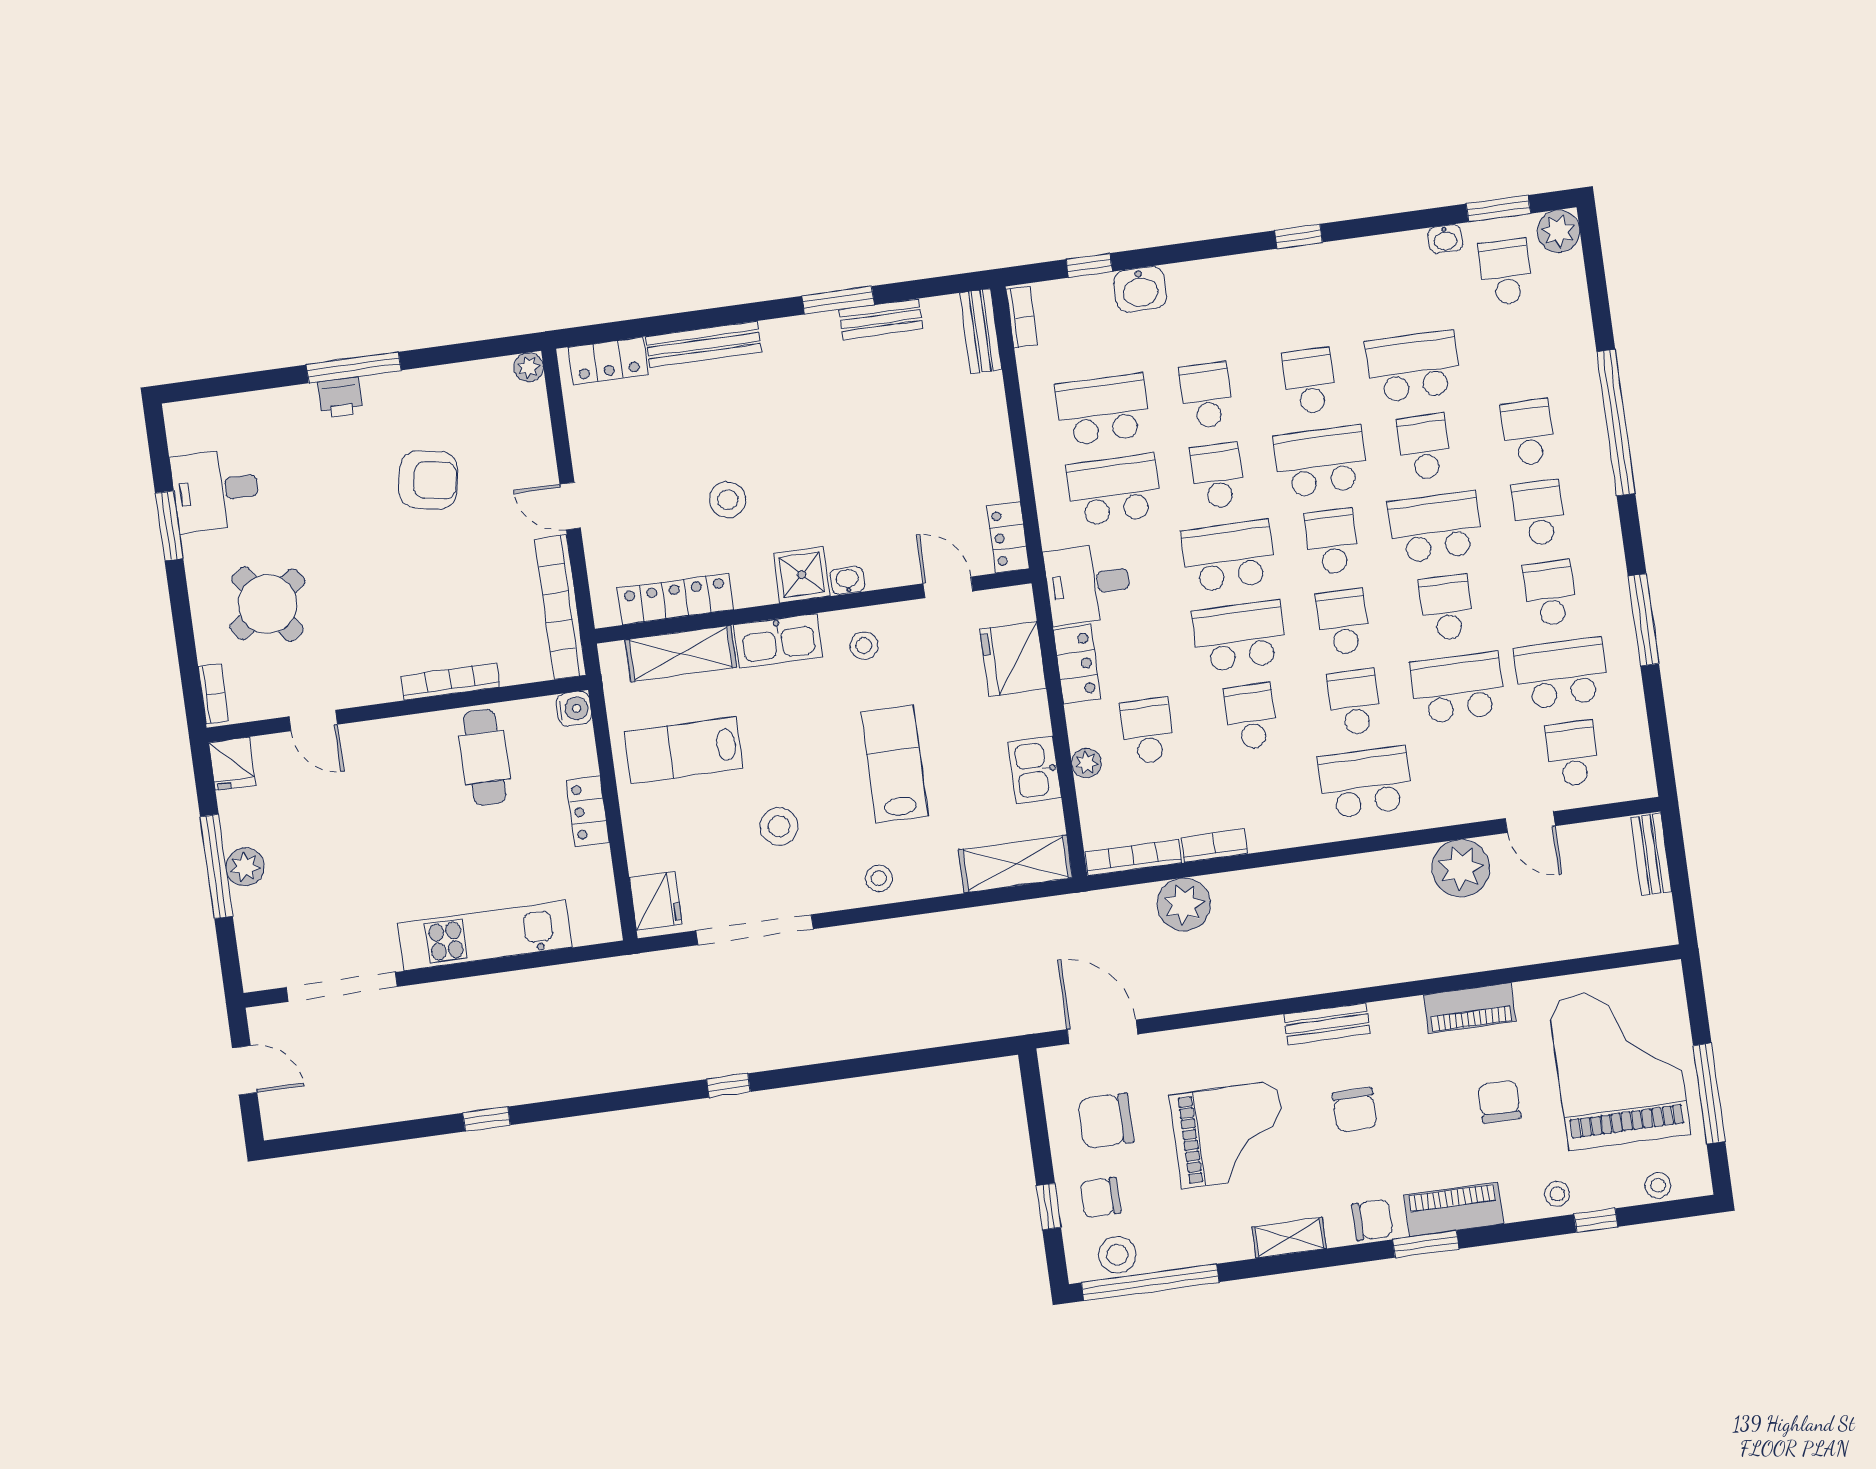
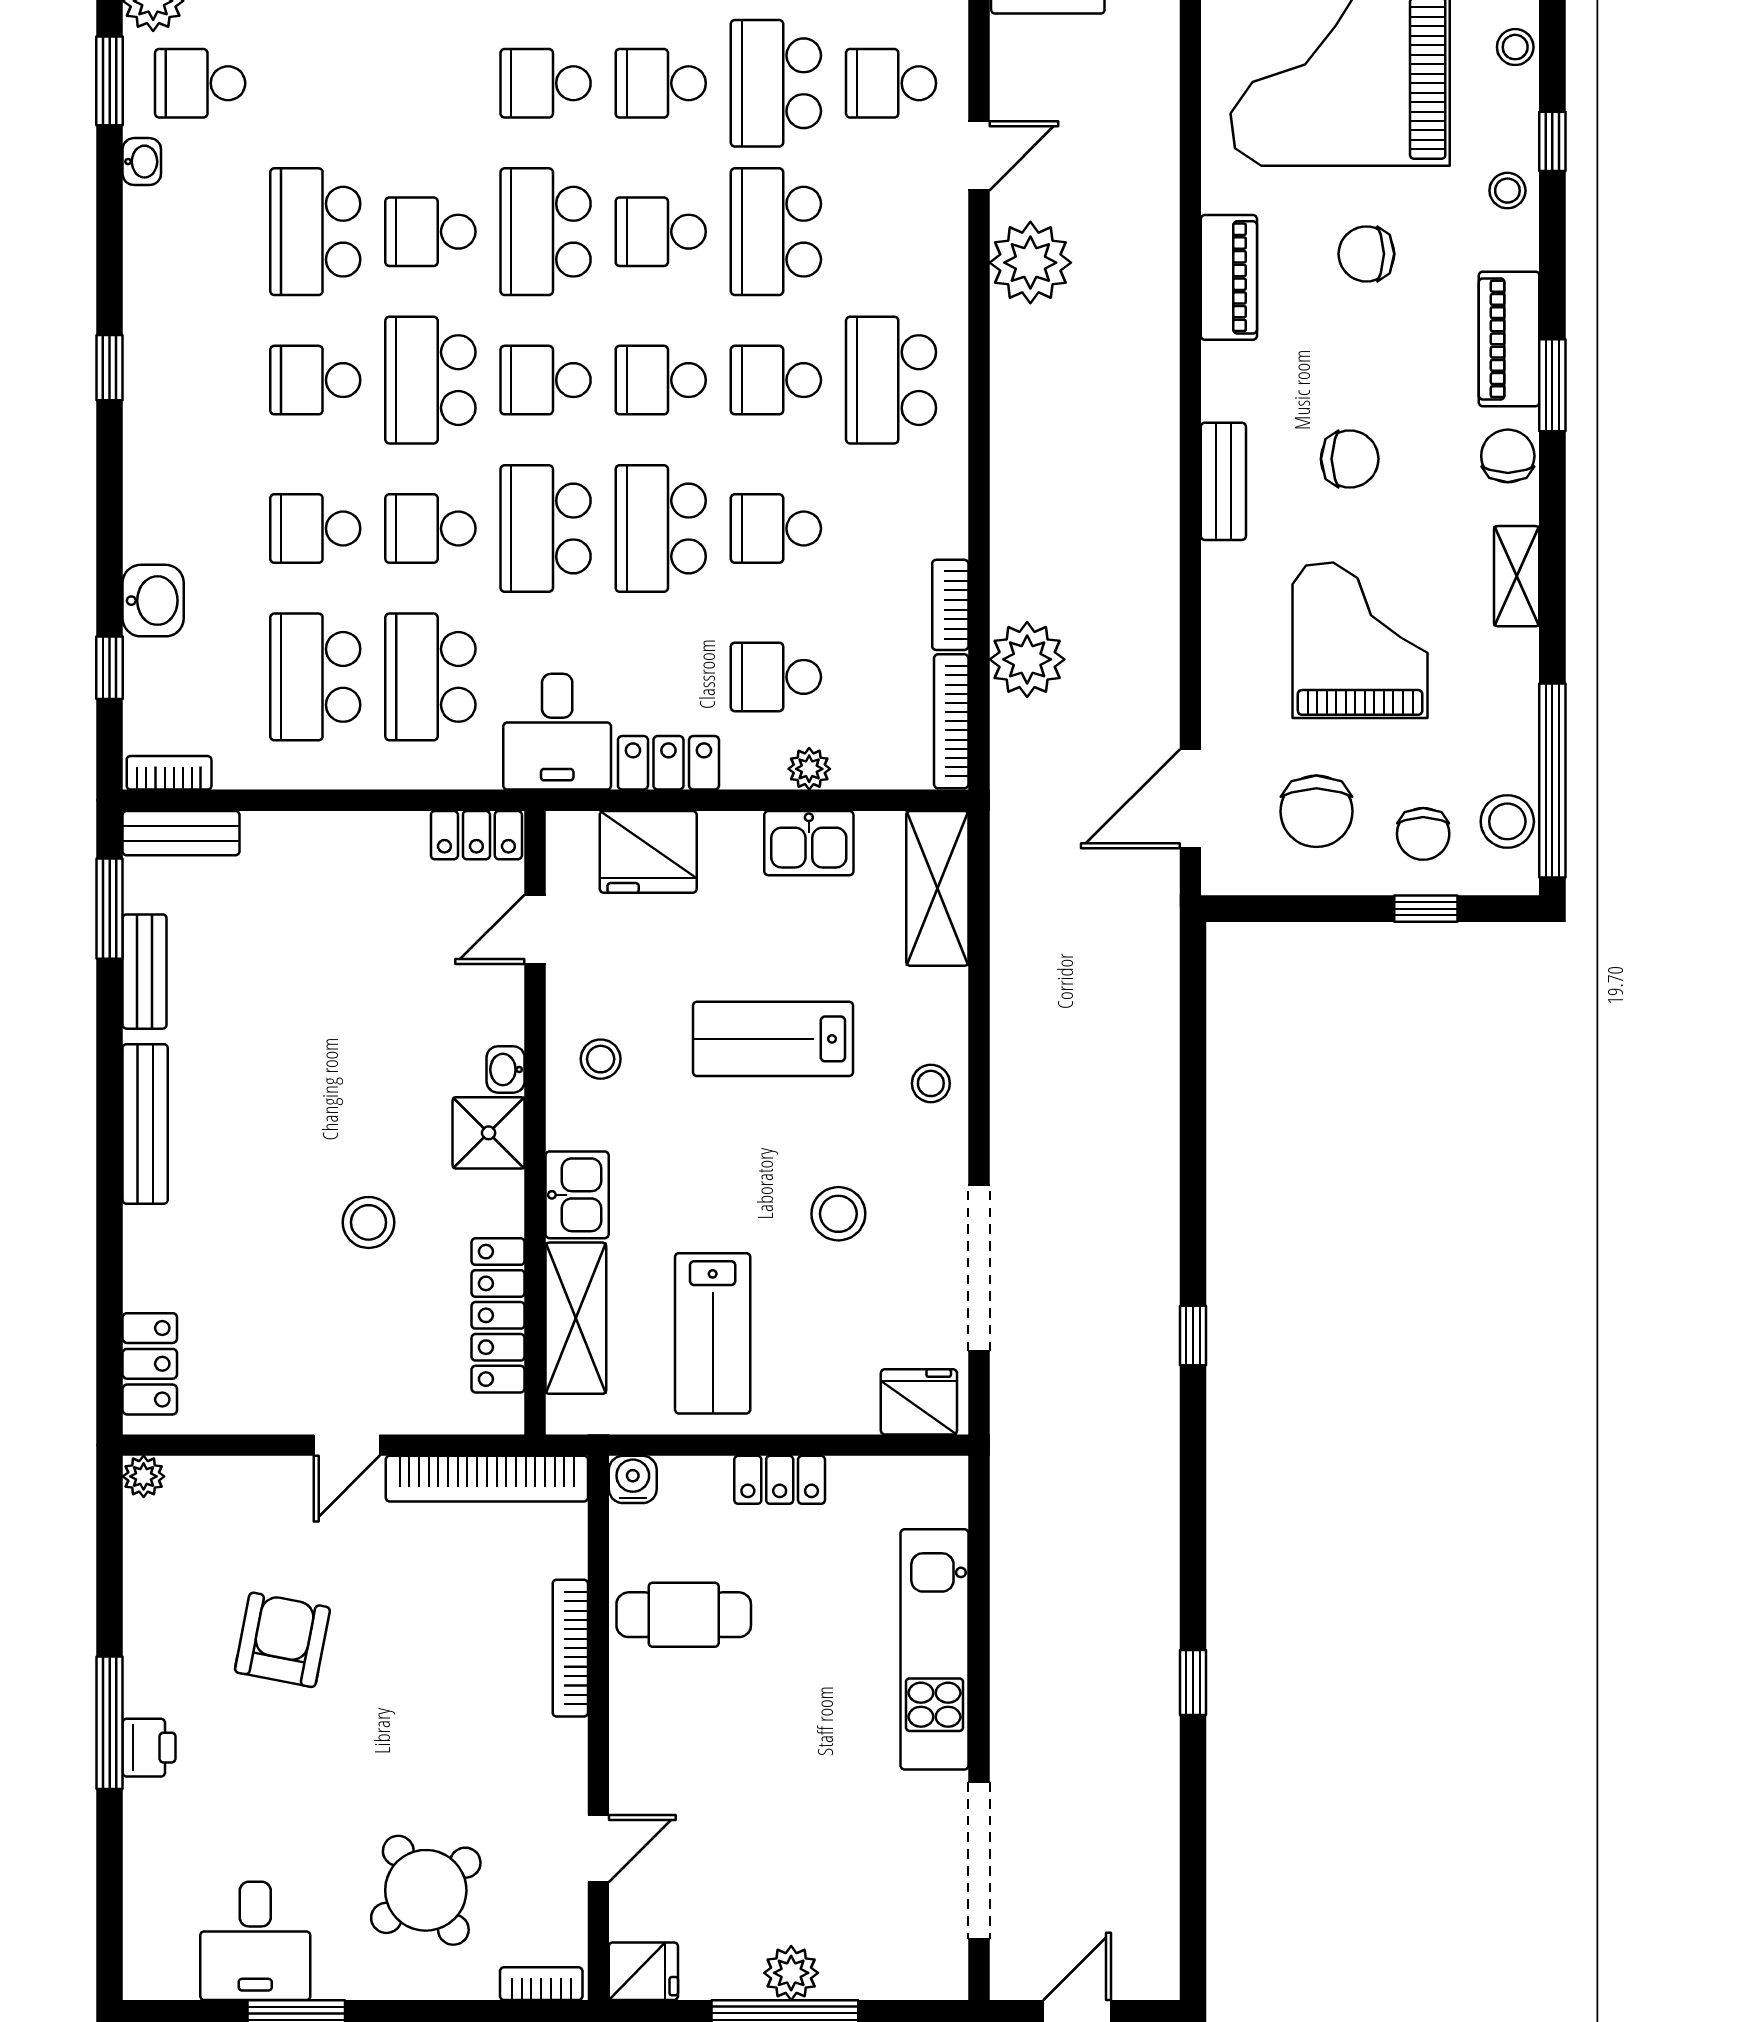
window: (838, 300) -> (110, 909), moved
bench: (703, 344) -> (145, 1124), moved
school desk: (1528, 433) -> (430, 83), removed
kitchen sink: (778, 641) -> (577, 1195), width x0.73

